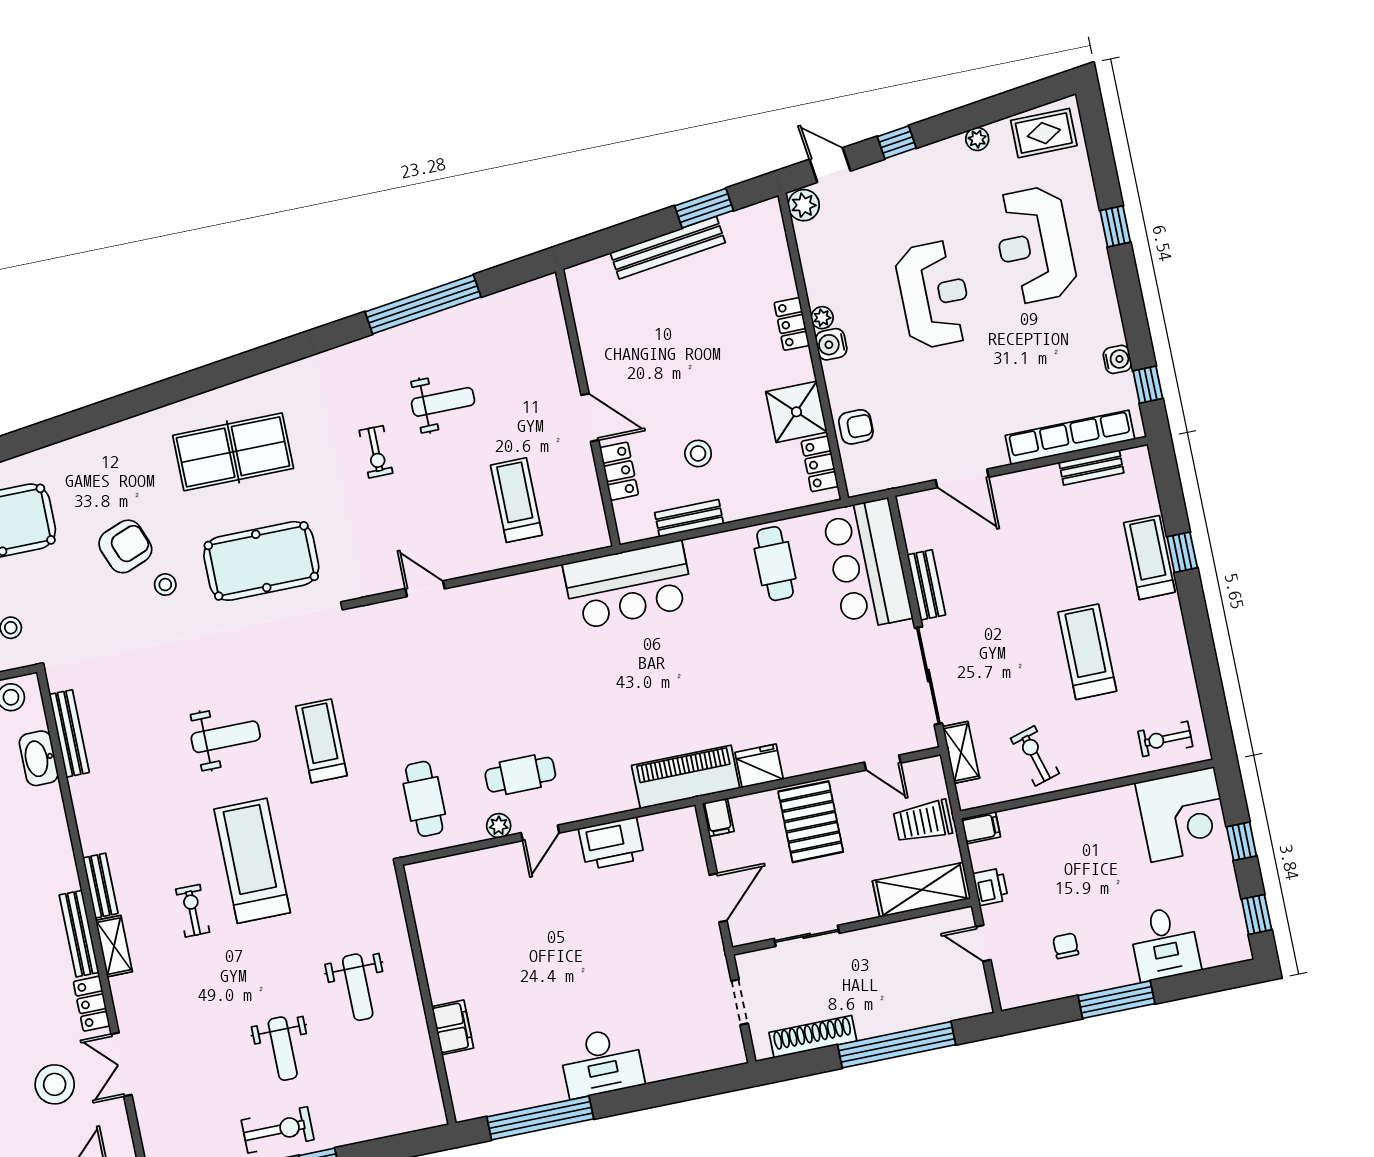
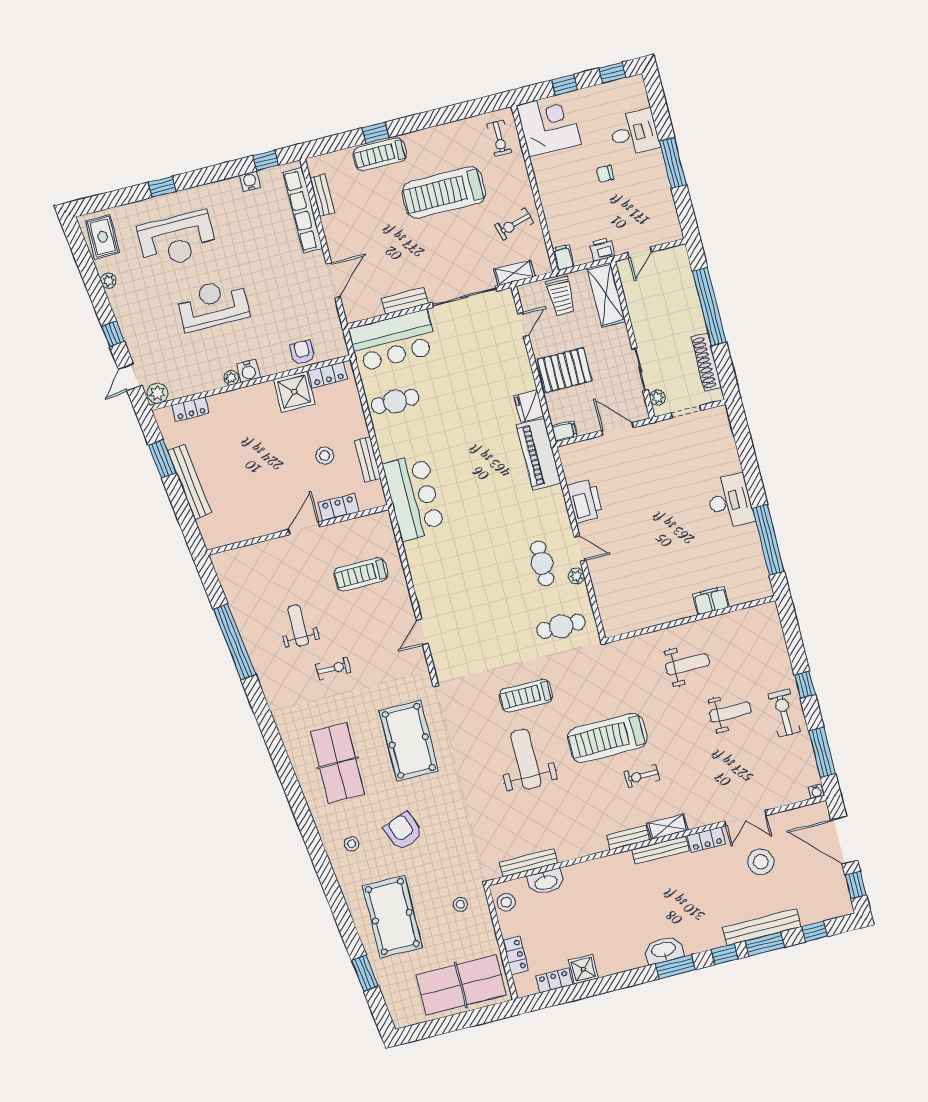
locker: (792, 324) -> (190, 409), moved
stool: (165, 585) -> (352, 844), moved
treadmill: (1087, 652) -> (444, 193), width x1.37, depth x1.37
weight bench: (226, 737) -> (526, 759), width x1.36, depth x1.33
chair: (1066, 946) -> (605, 174), moved
plant: (763, 960) -> (658, 398), added

